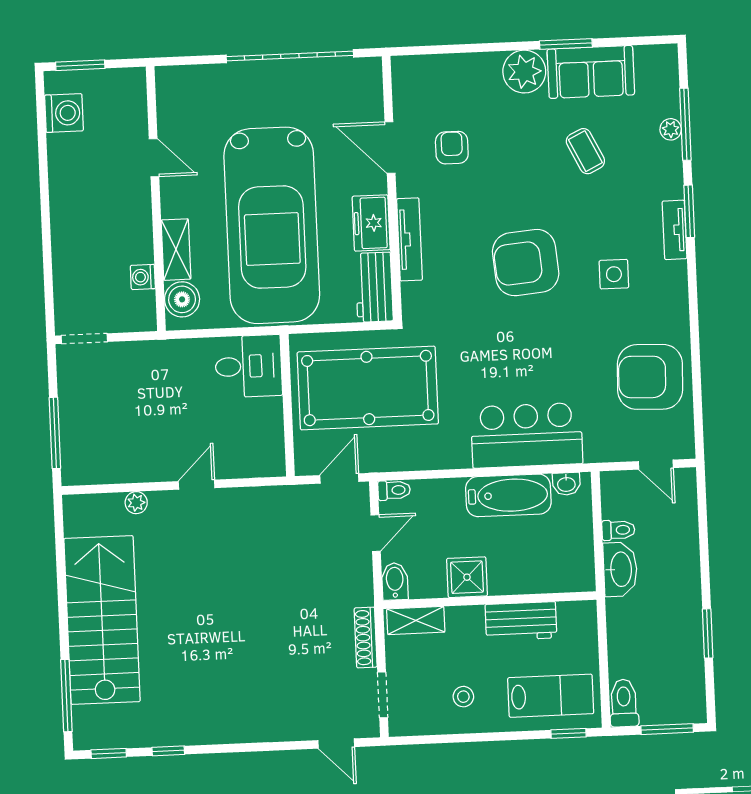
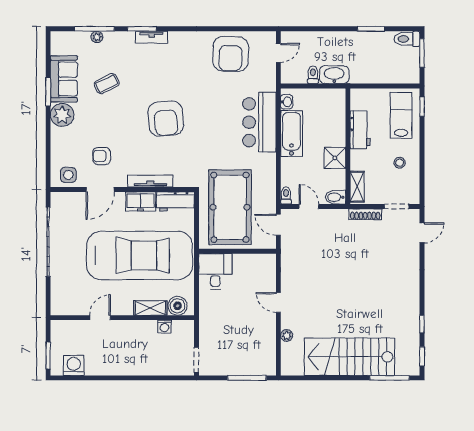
side table: (614, 274) -> (68, 175), moved
toilet: (624, 703) -> (407, 39), moved

